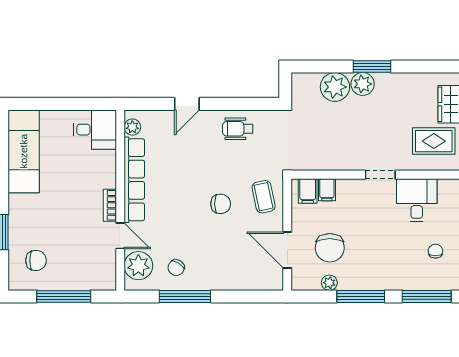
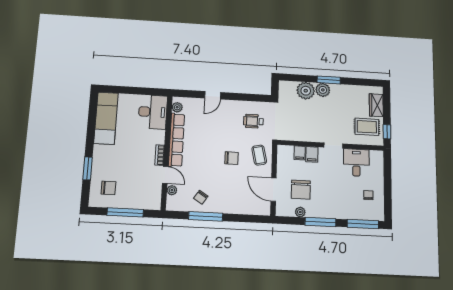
wheelchair: (238, 129) -> (253, 121), moved
desk: (95, 130) -> (153, 112), width x1.37
filing cabinet: (308, 191) -> (312, 154), moved
plant: (138, 266) -> (172, 190), width x0.53, depth x0.53

